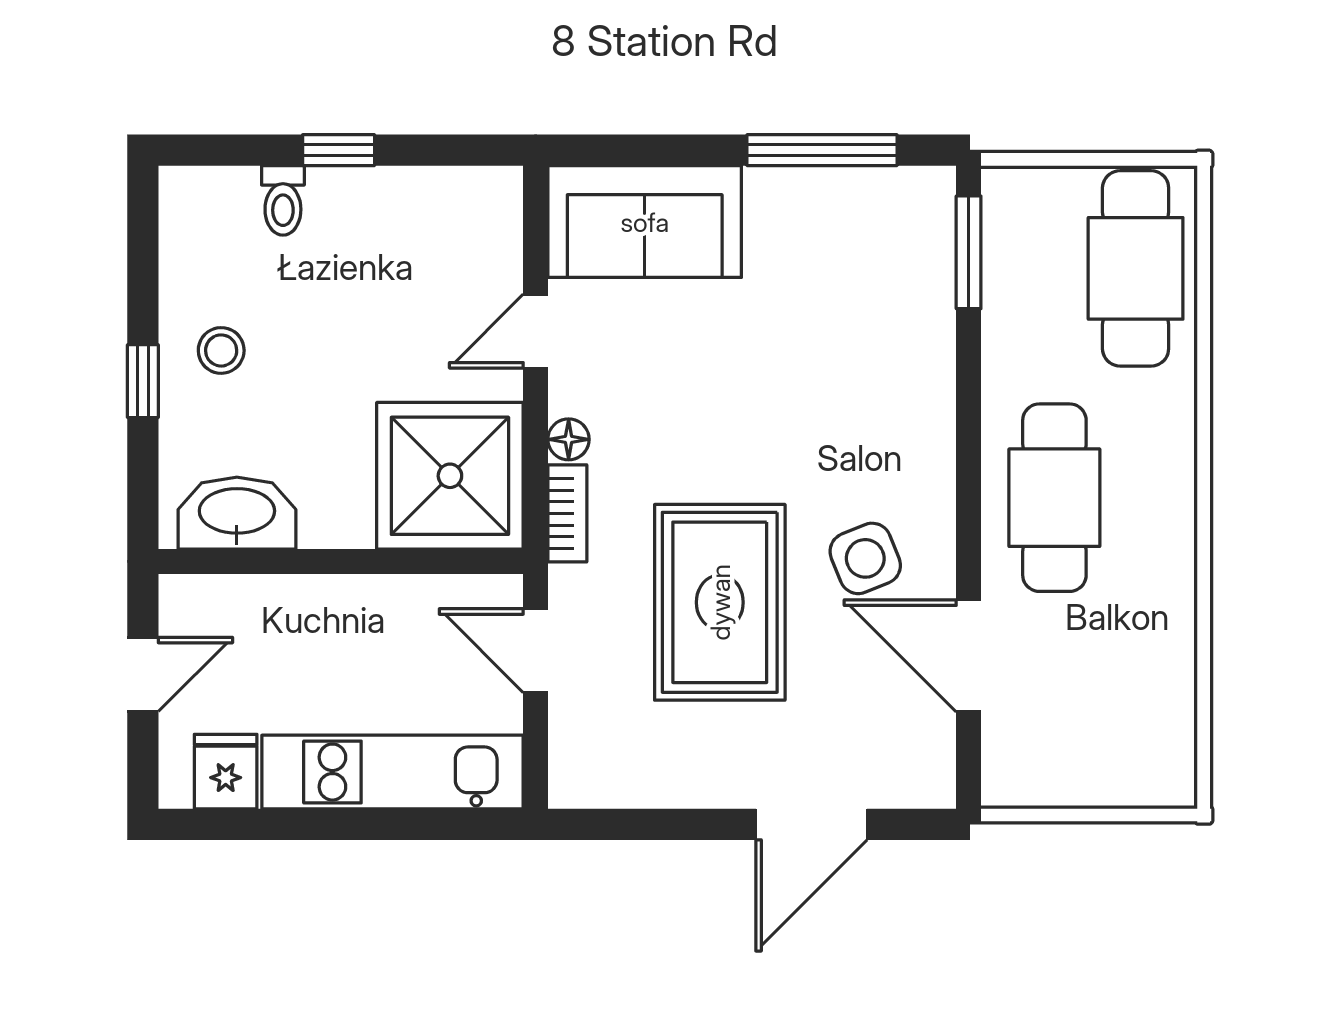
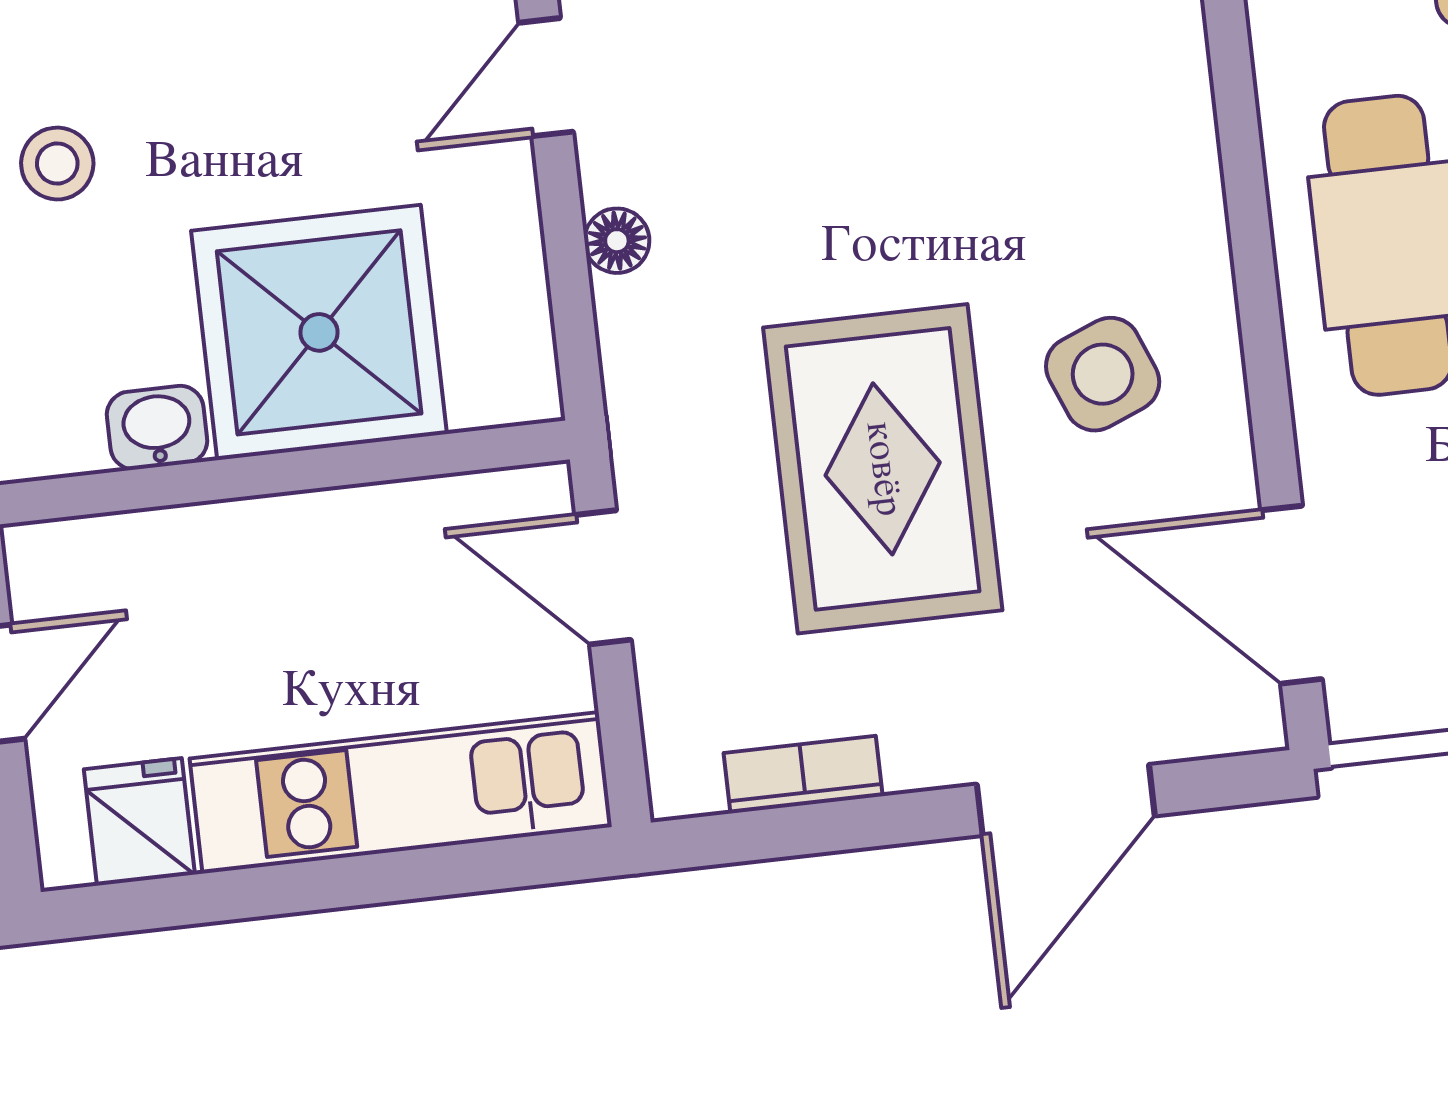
shower: (450, 476) -> (319, 332), moved
washbasin: (237, 513) -> (157, 428), width x0.52, depth x0.69
bookcase: (567, 513) -> (803, 775), moved, turned -90
door: (969, 656) -> (1292, 595), moved

